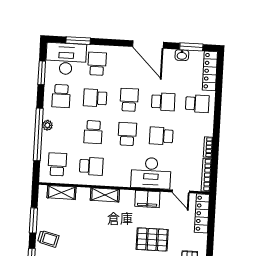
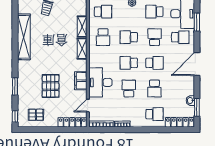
door: (148, 44) -> (197, 64), moved
school desk: (197, 104) -> (154, 114), turned -90
school desk: (127, 134) -> (129, 63), turned 180
shelving: (62, 192) -> (82, 27), moved

